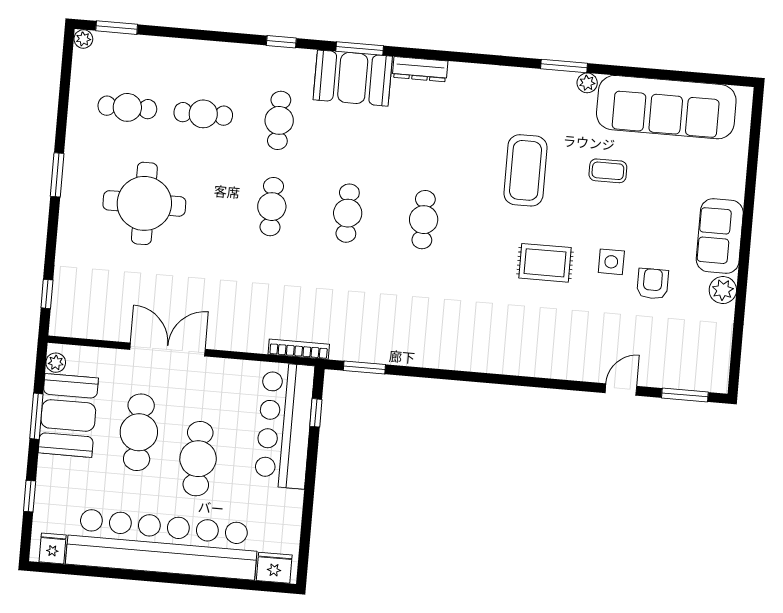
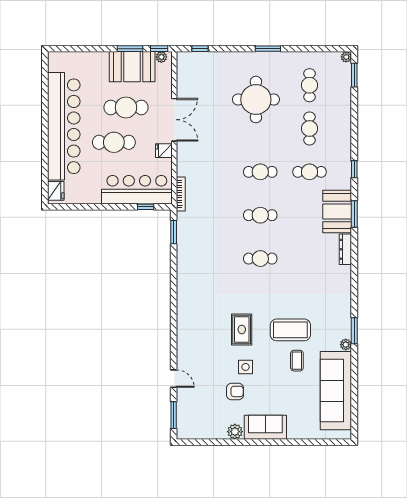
coffee table: (525, 170) -> (290, 330), moved
window: (30, 496) -> (159, 49), moved
fridge: (53, 548) -> (164, 151), moved, turned 180

